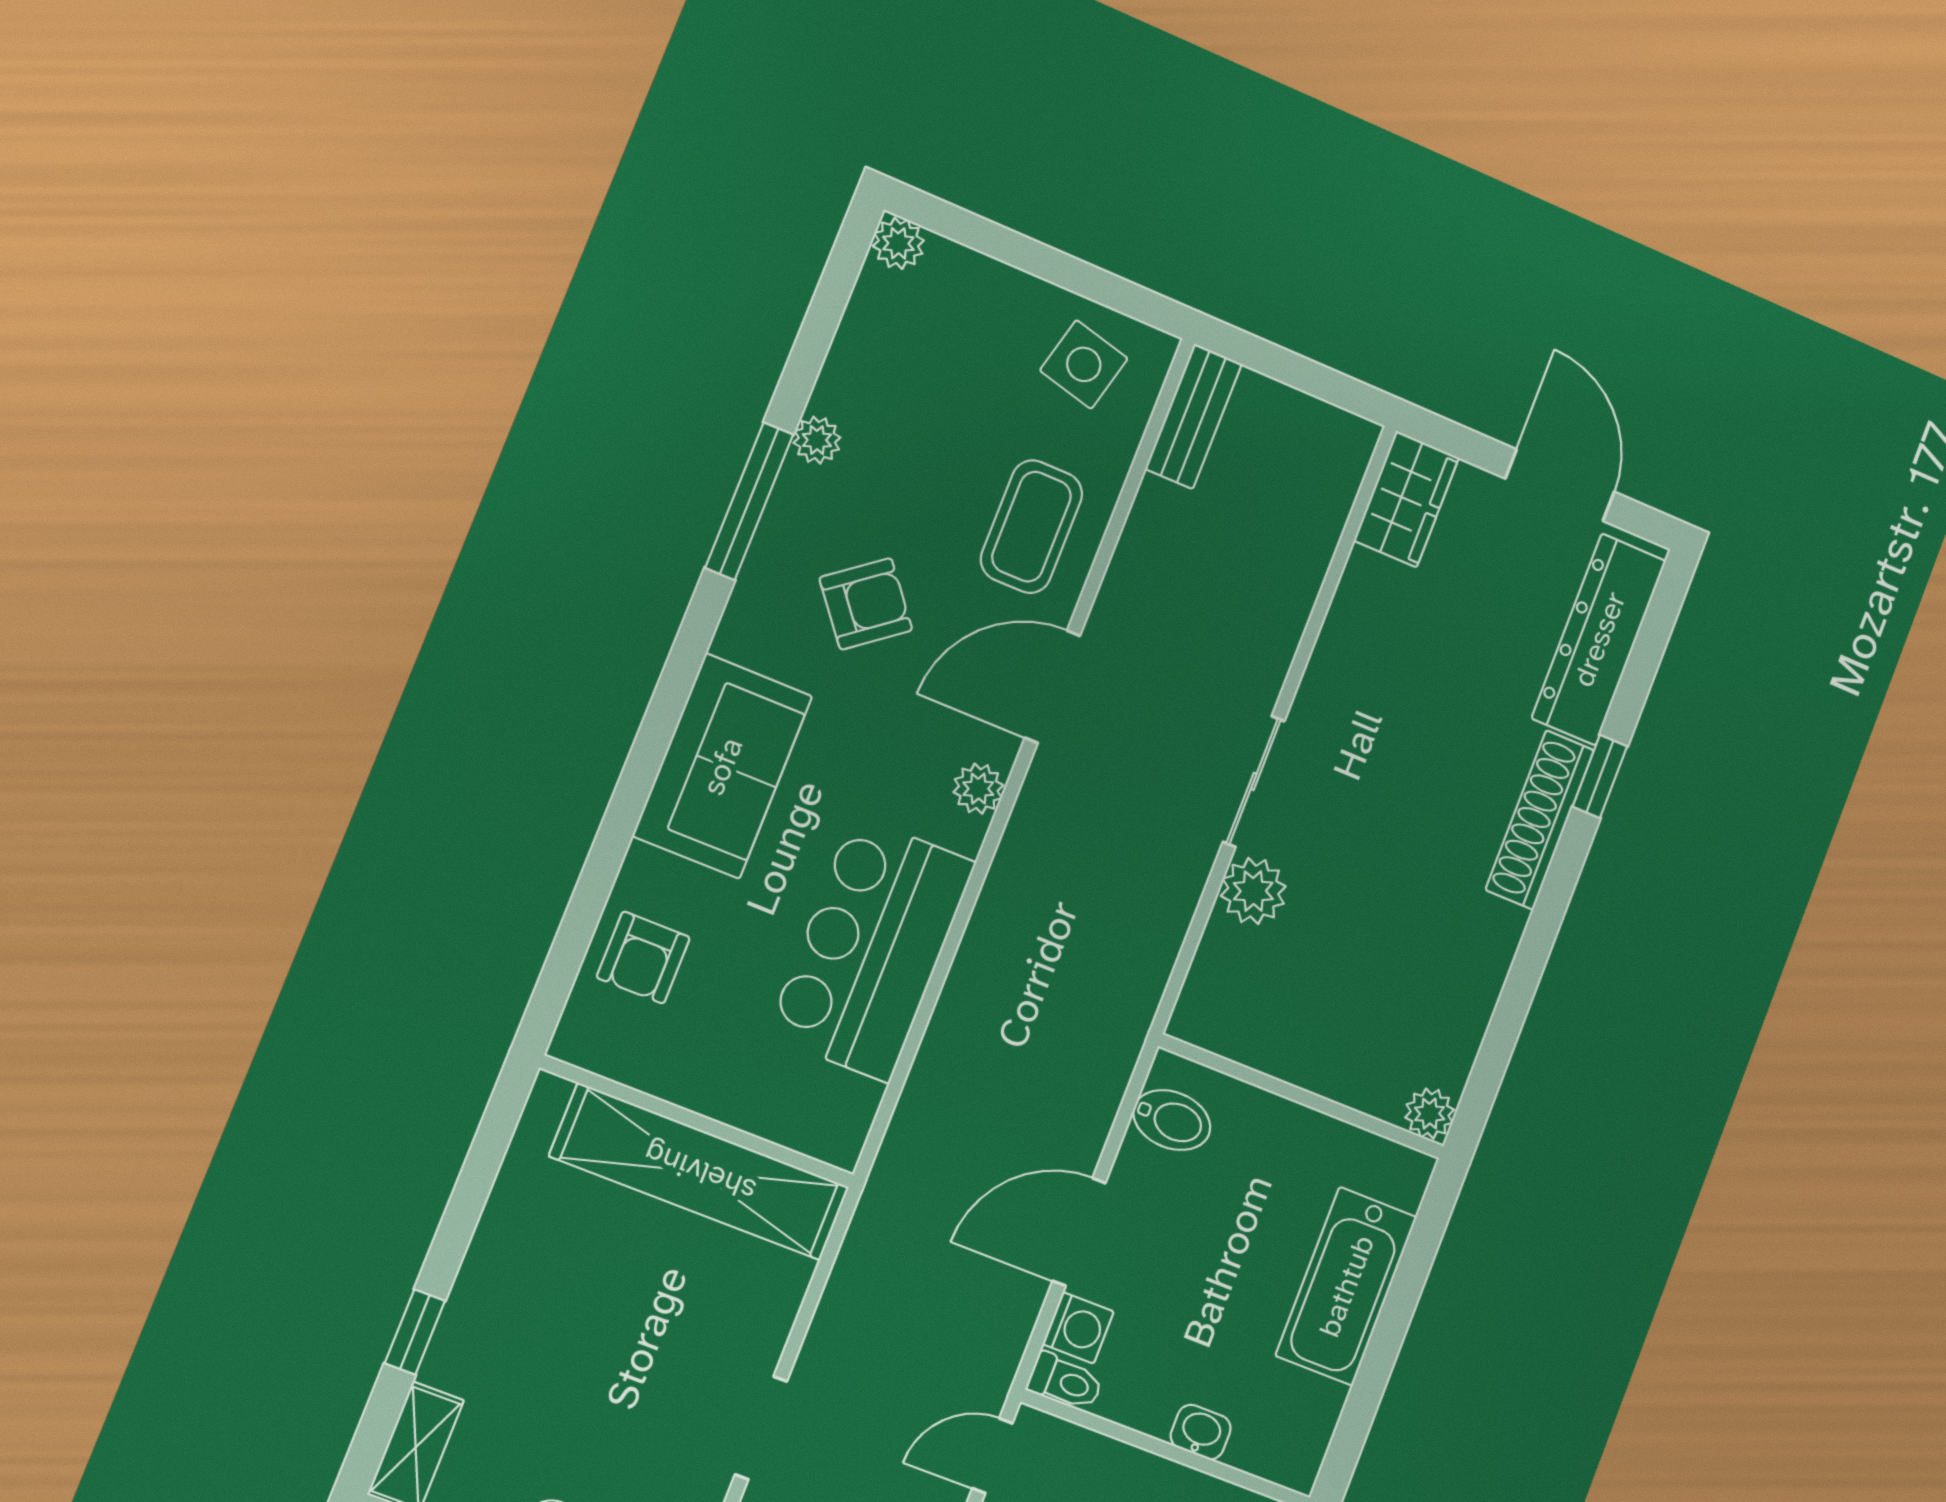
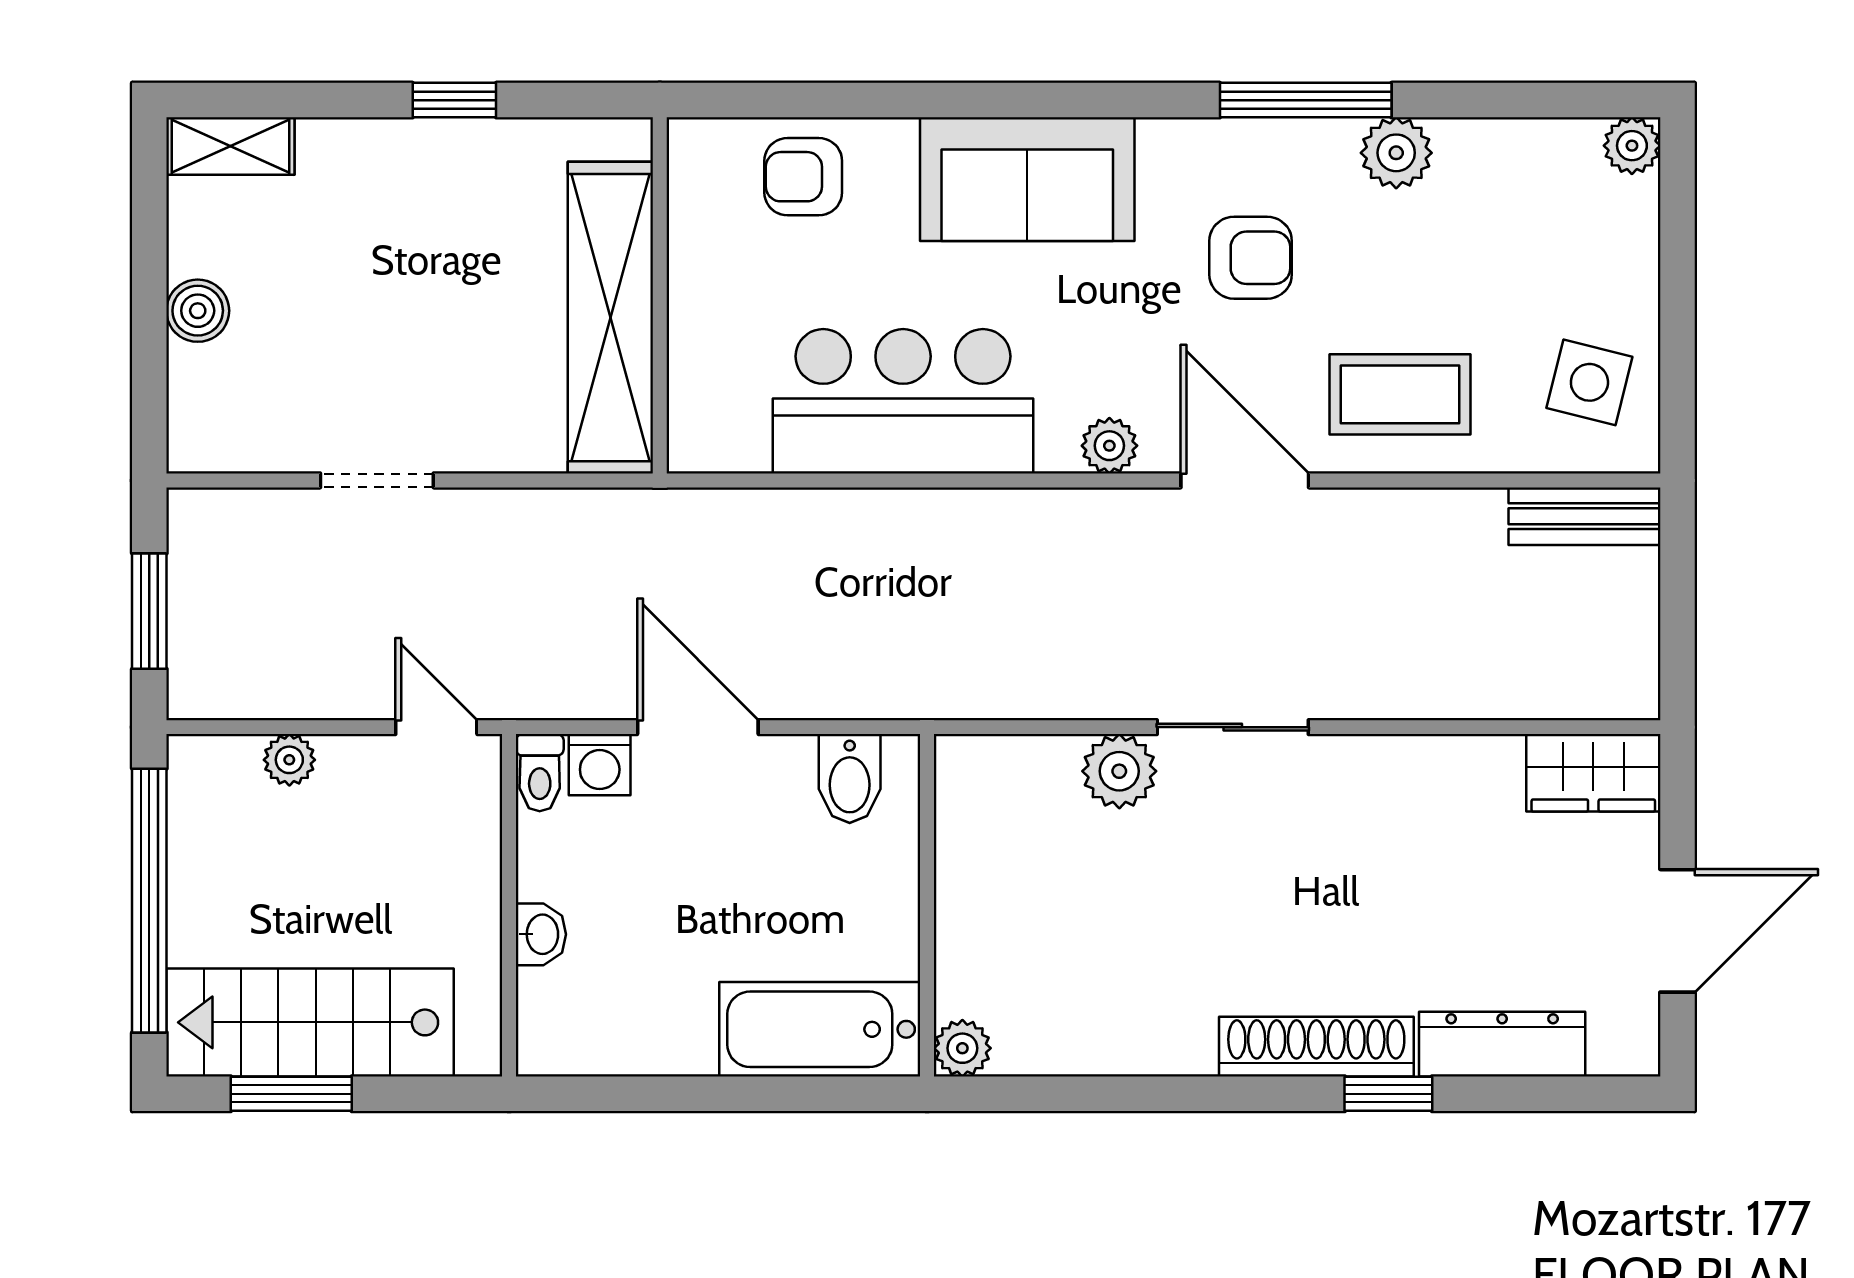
plant: (817, 440) -> (1396, 153), width x1.38, depth x1.38
armchair: (866, 604) -> (1251, 258), turned -52
dresser: (1599, 639) -> (1502, 1044), width x0.73, depth x0.80
bathtub: (1346, 1286) -> (820, 1029), moved
window: (415, 1332) -> (454, 100), moved

